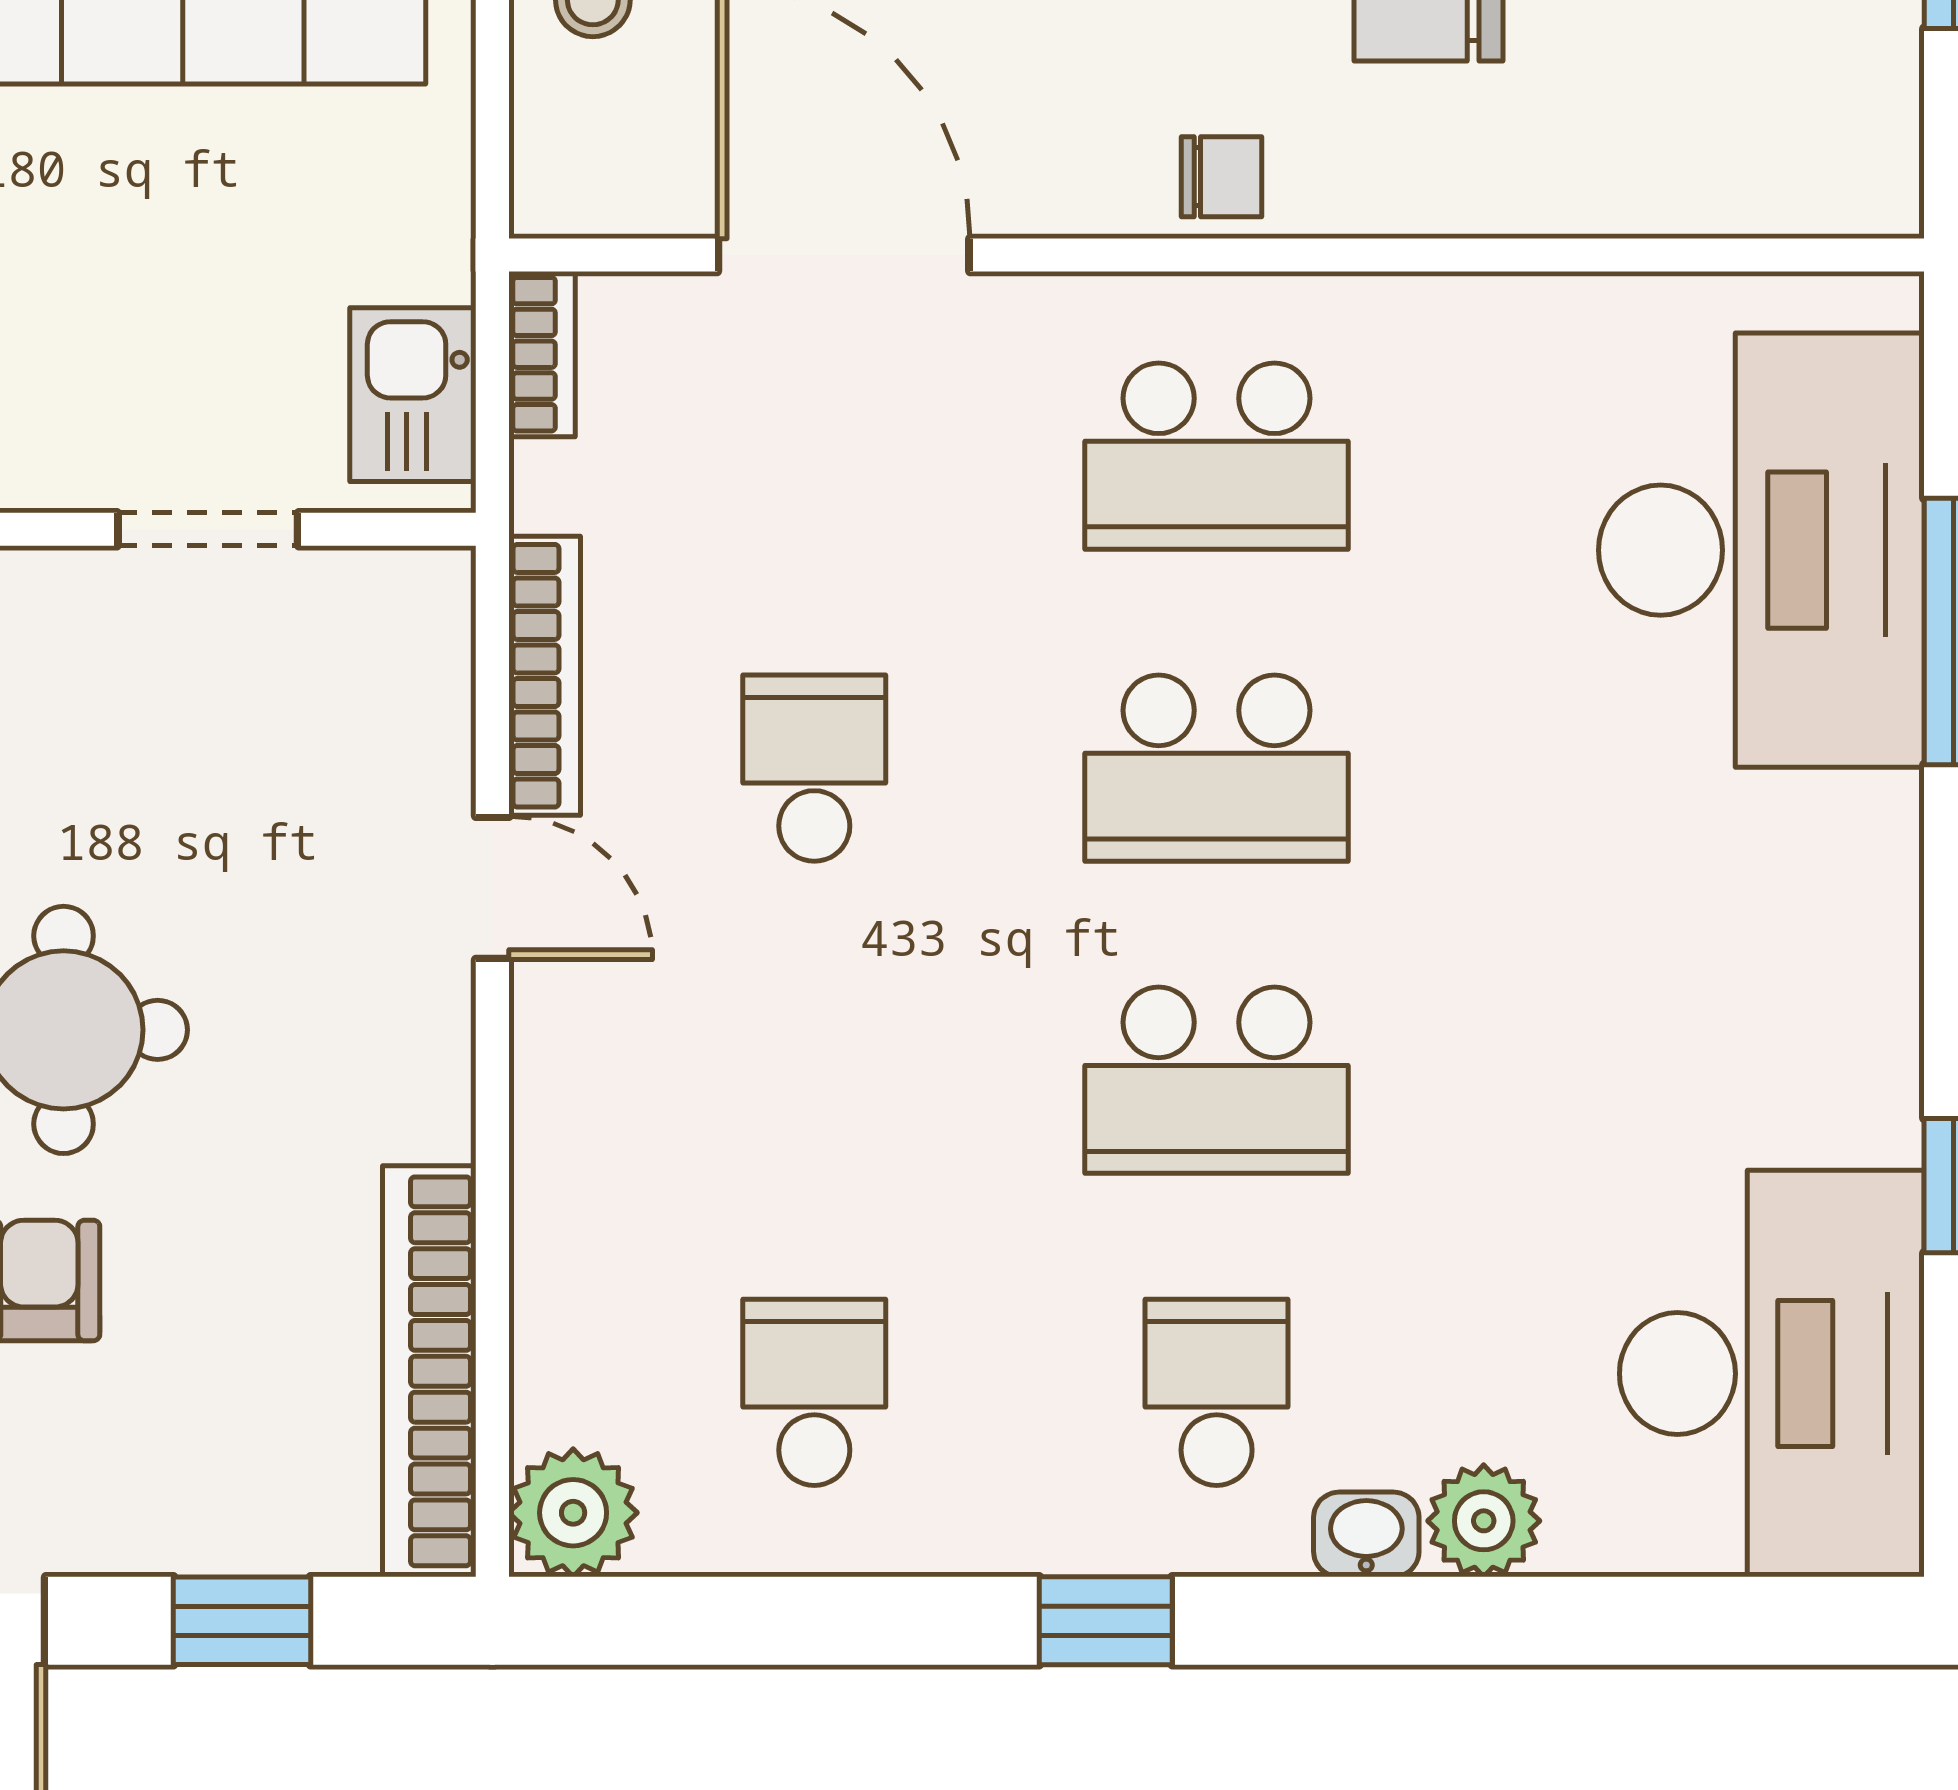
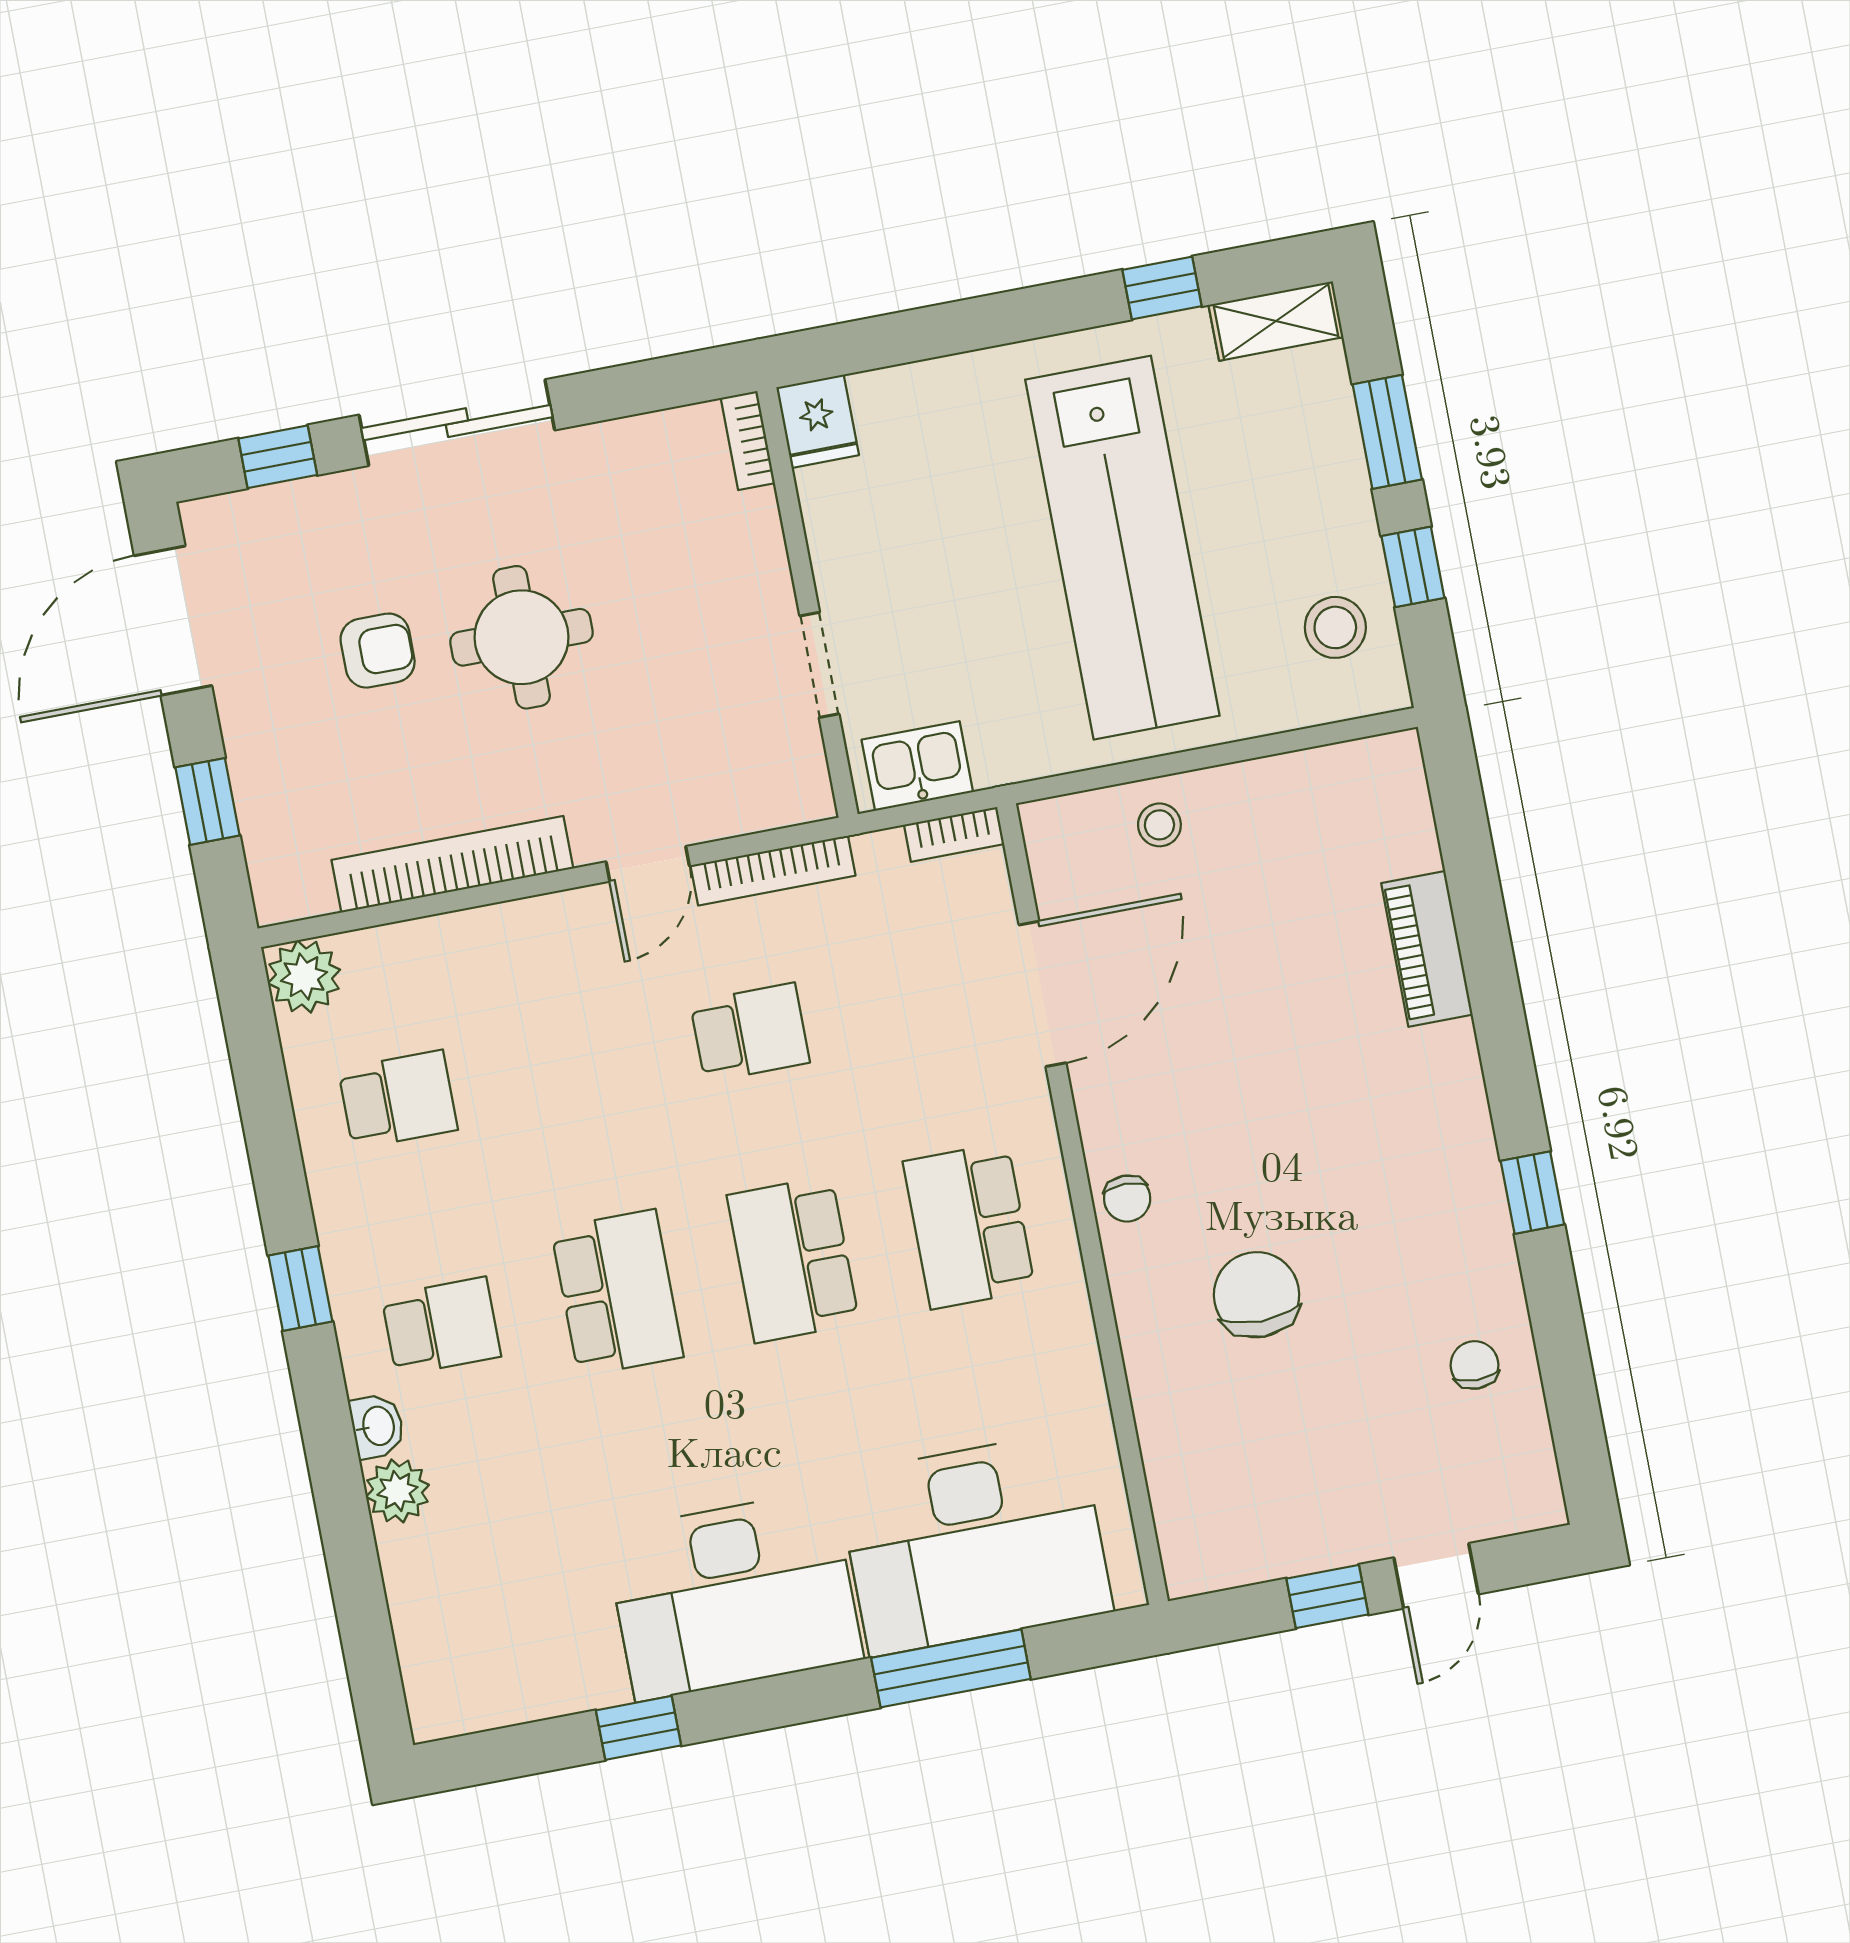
school desk: (1217, 1080) -> (617, 1293), turned 180
bookcase: (429, 1371) -> (452, 864), moved
desk: (1772, 1374) -> (734, 1595), moved

